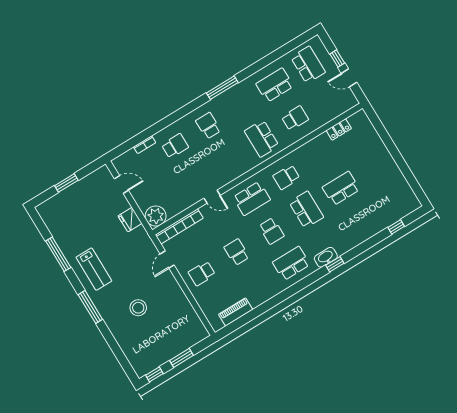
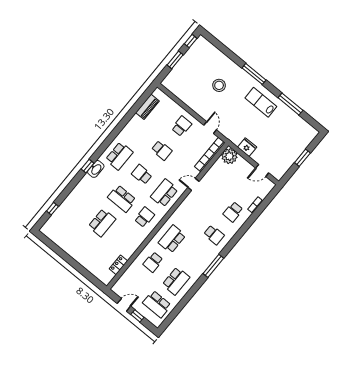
school desk: (262, 138) -> (172, 239), turned -90

